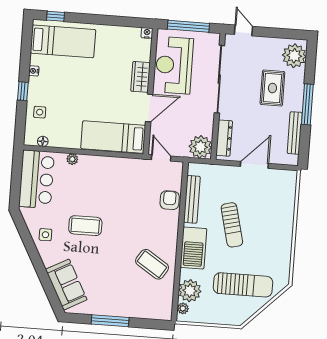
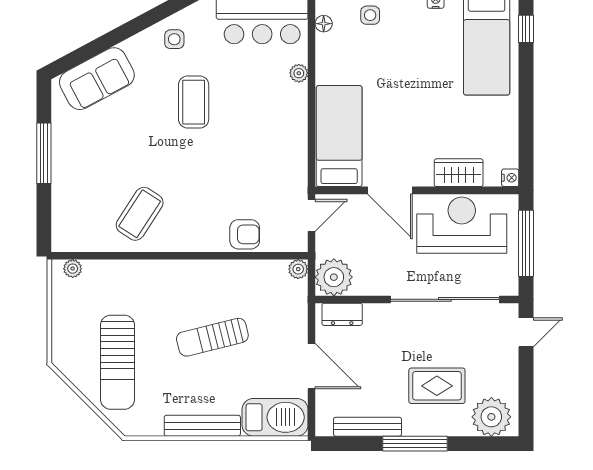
wardrobe: (141, 77) -> (459, 173), moved
dresser: (224, 138) -> (342, 314), width x0.70
bench: (192, 199) -> (202, 426), moved
barbecue: (194, 248) -> (275, 417), moved, turned 180
plant: (190, 291) -> (298, 269), moved, width x0.53, depth x0.53

